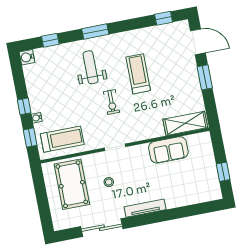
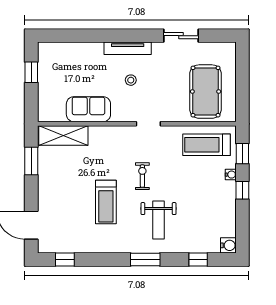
window: (205, 77) -> (31, 161), moved
stool: (109, 182) -> (131, 80), moved
sliding door: (102, 228) -> (181, 36), width x0.73

